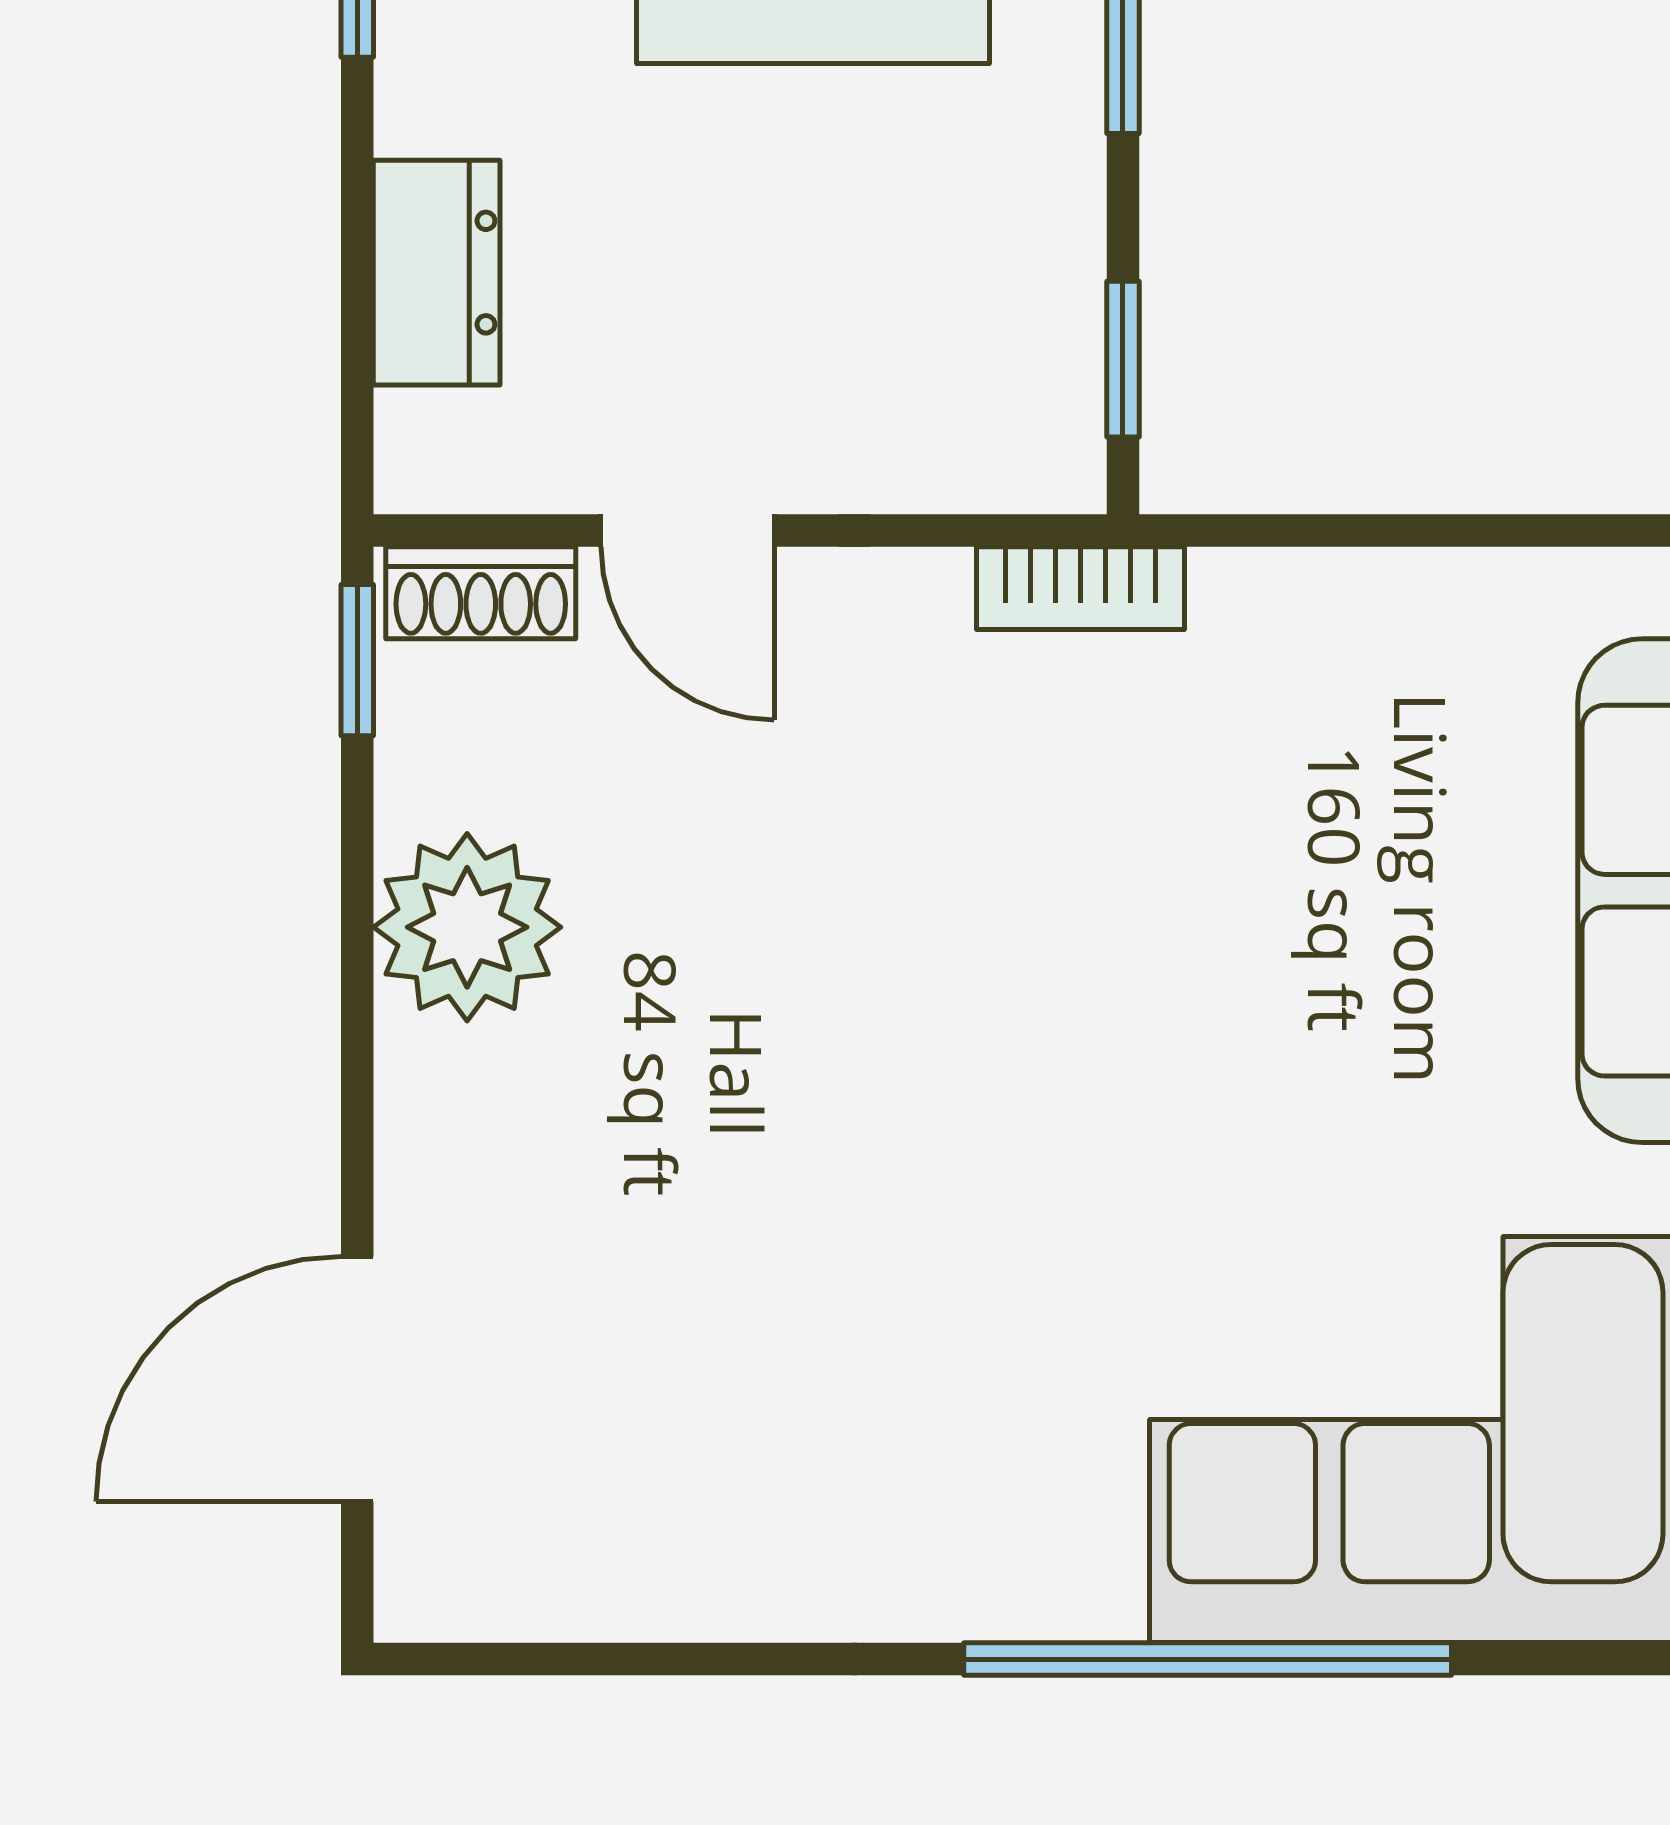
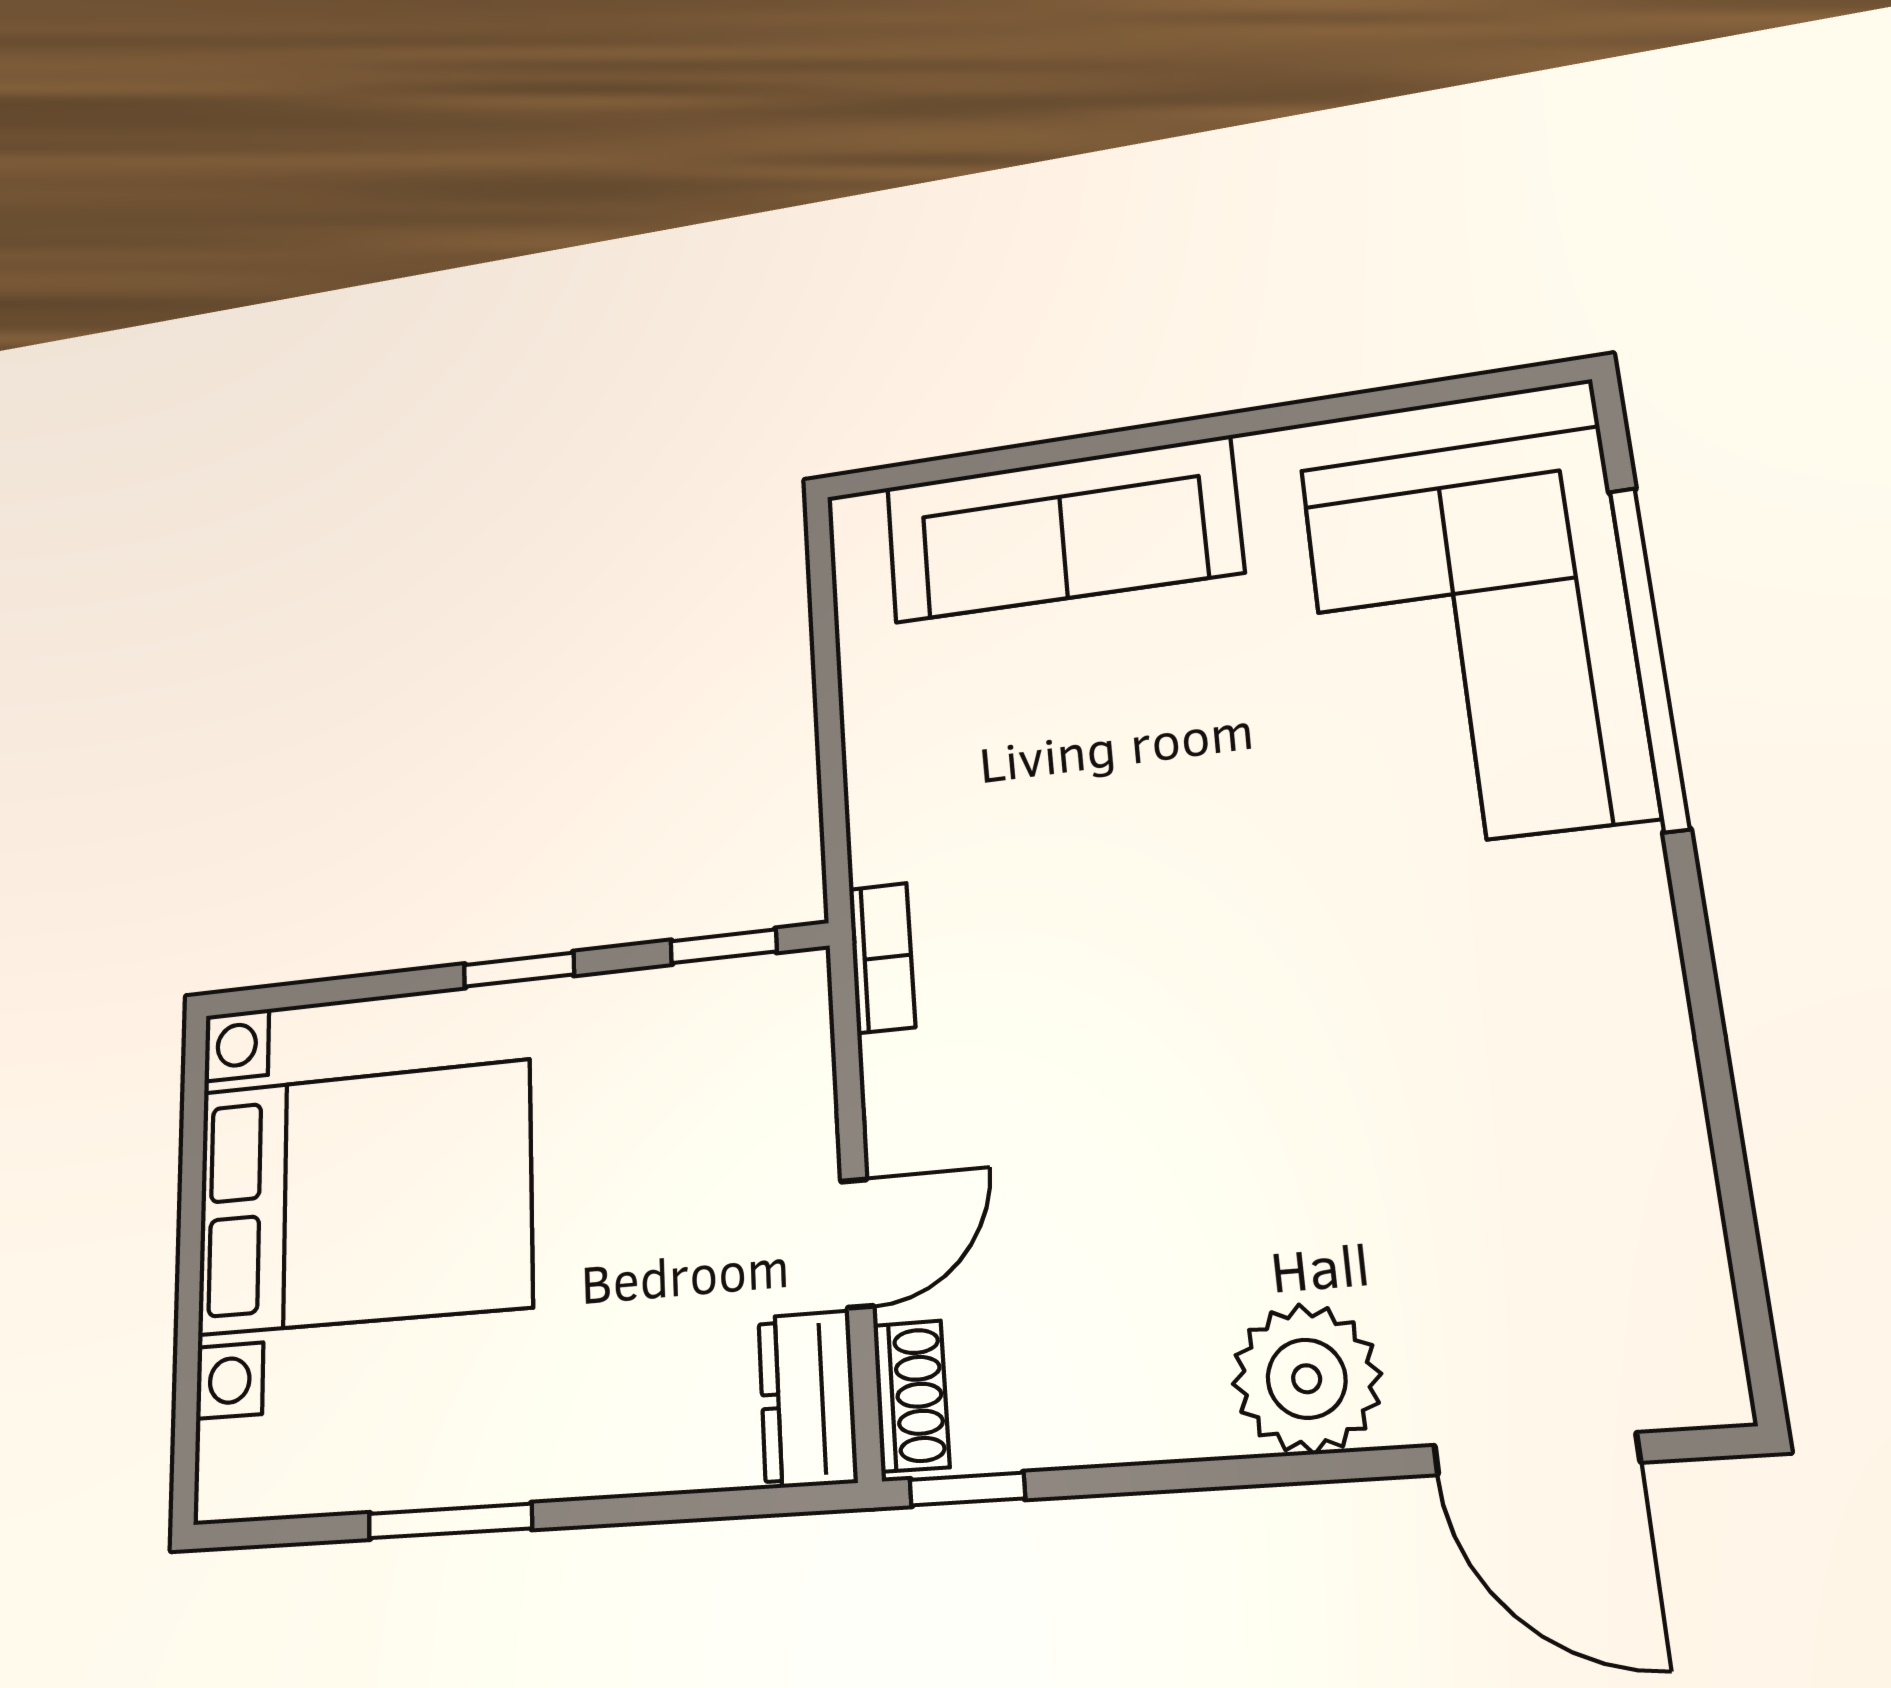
dresser: (437, 273) -> (808, 1399), moved, turned -90
plant: (467, 927) -> (1307, 1379), moved
window: (1208, 1659) -> (1649, 657), moved

